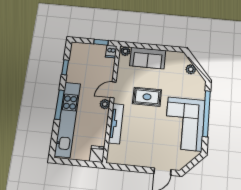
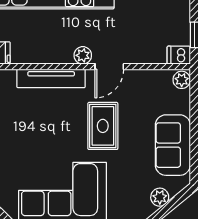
sofa: (148, 58) -> (173, 145), moved
door: (113, 90) -> (109, 67), swing flipped

